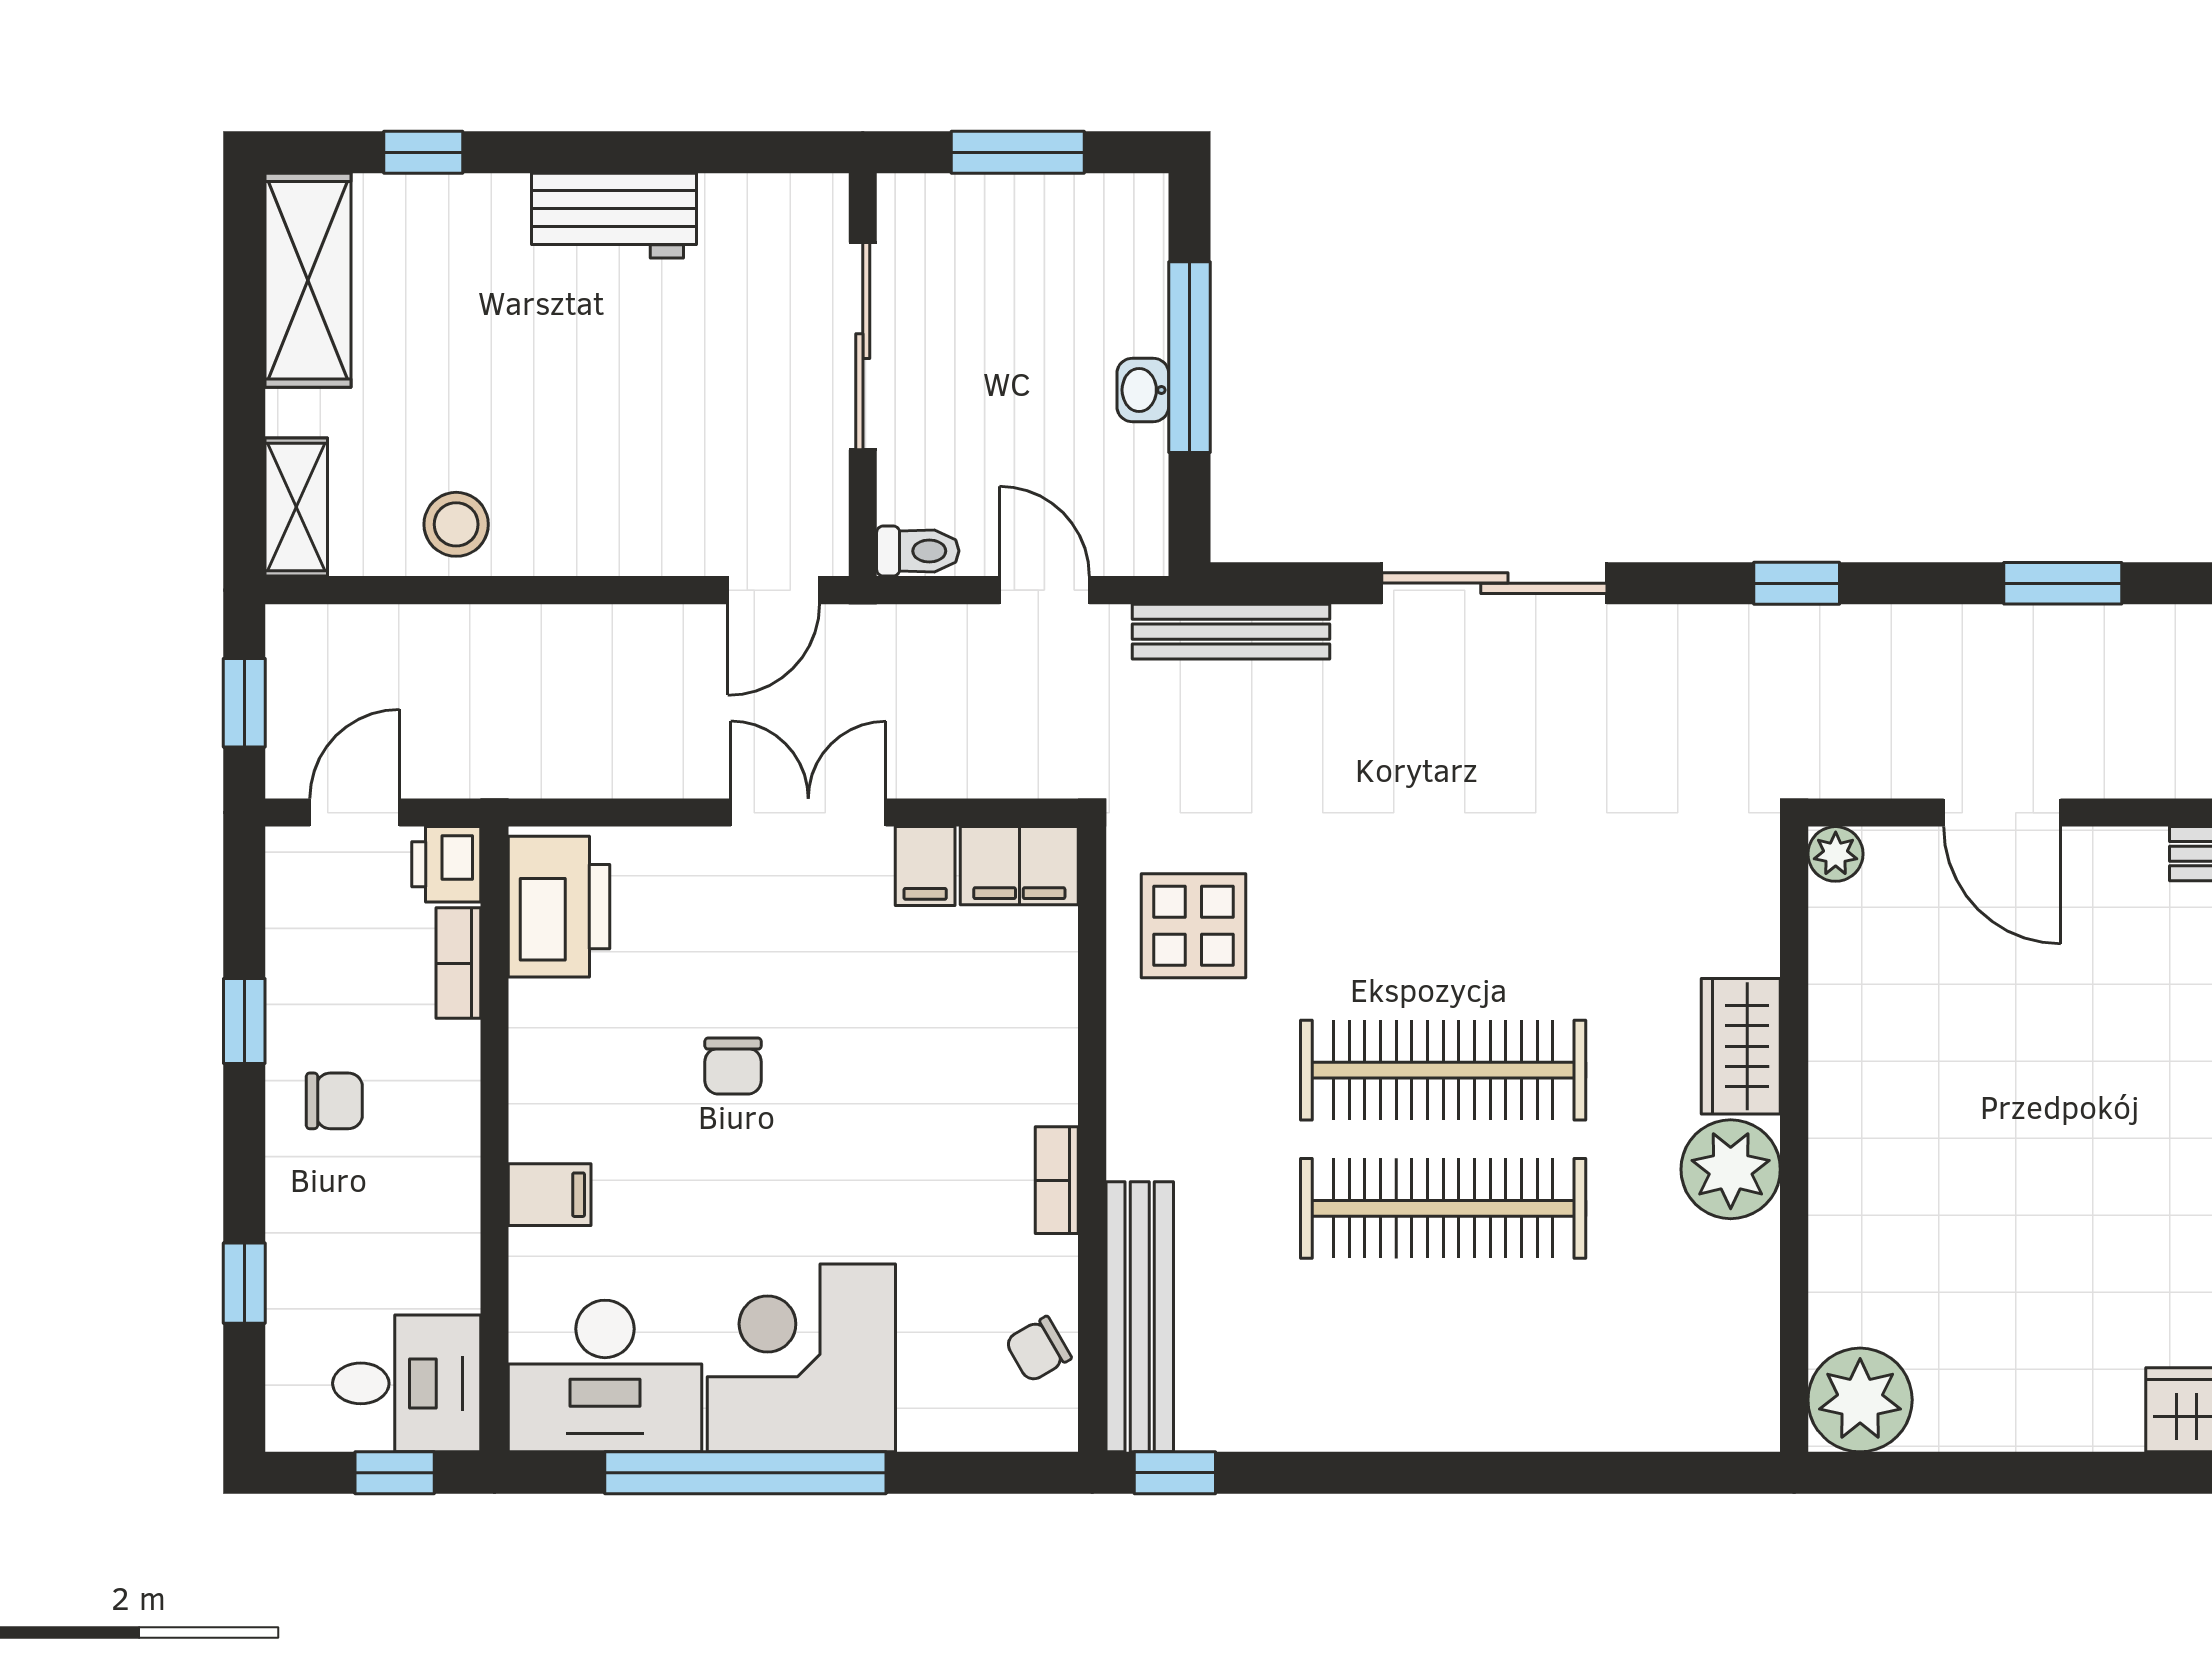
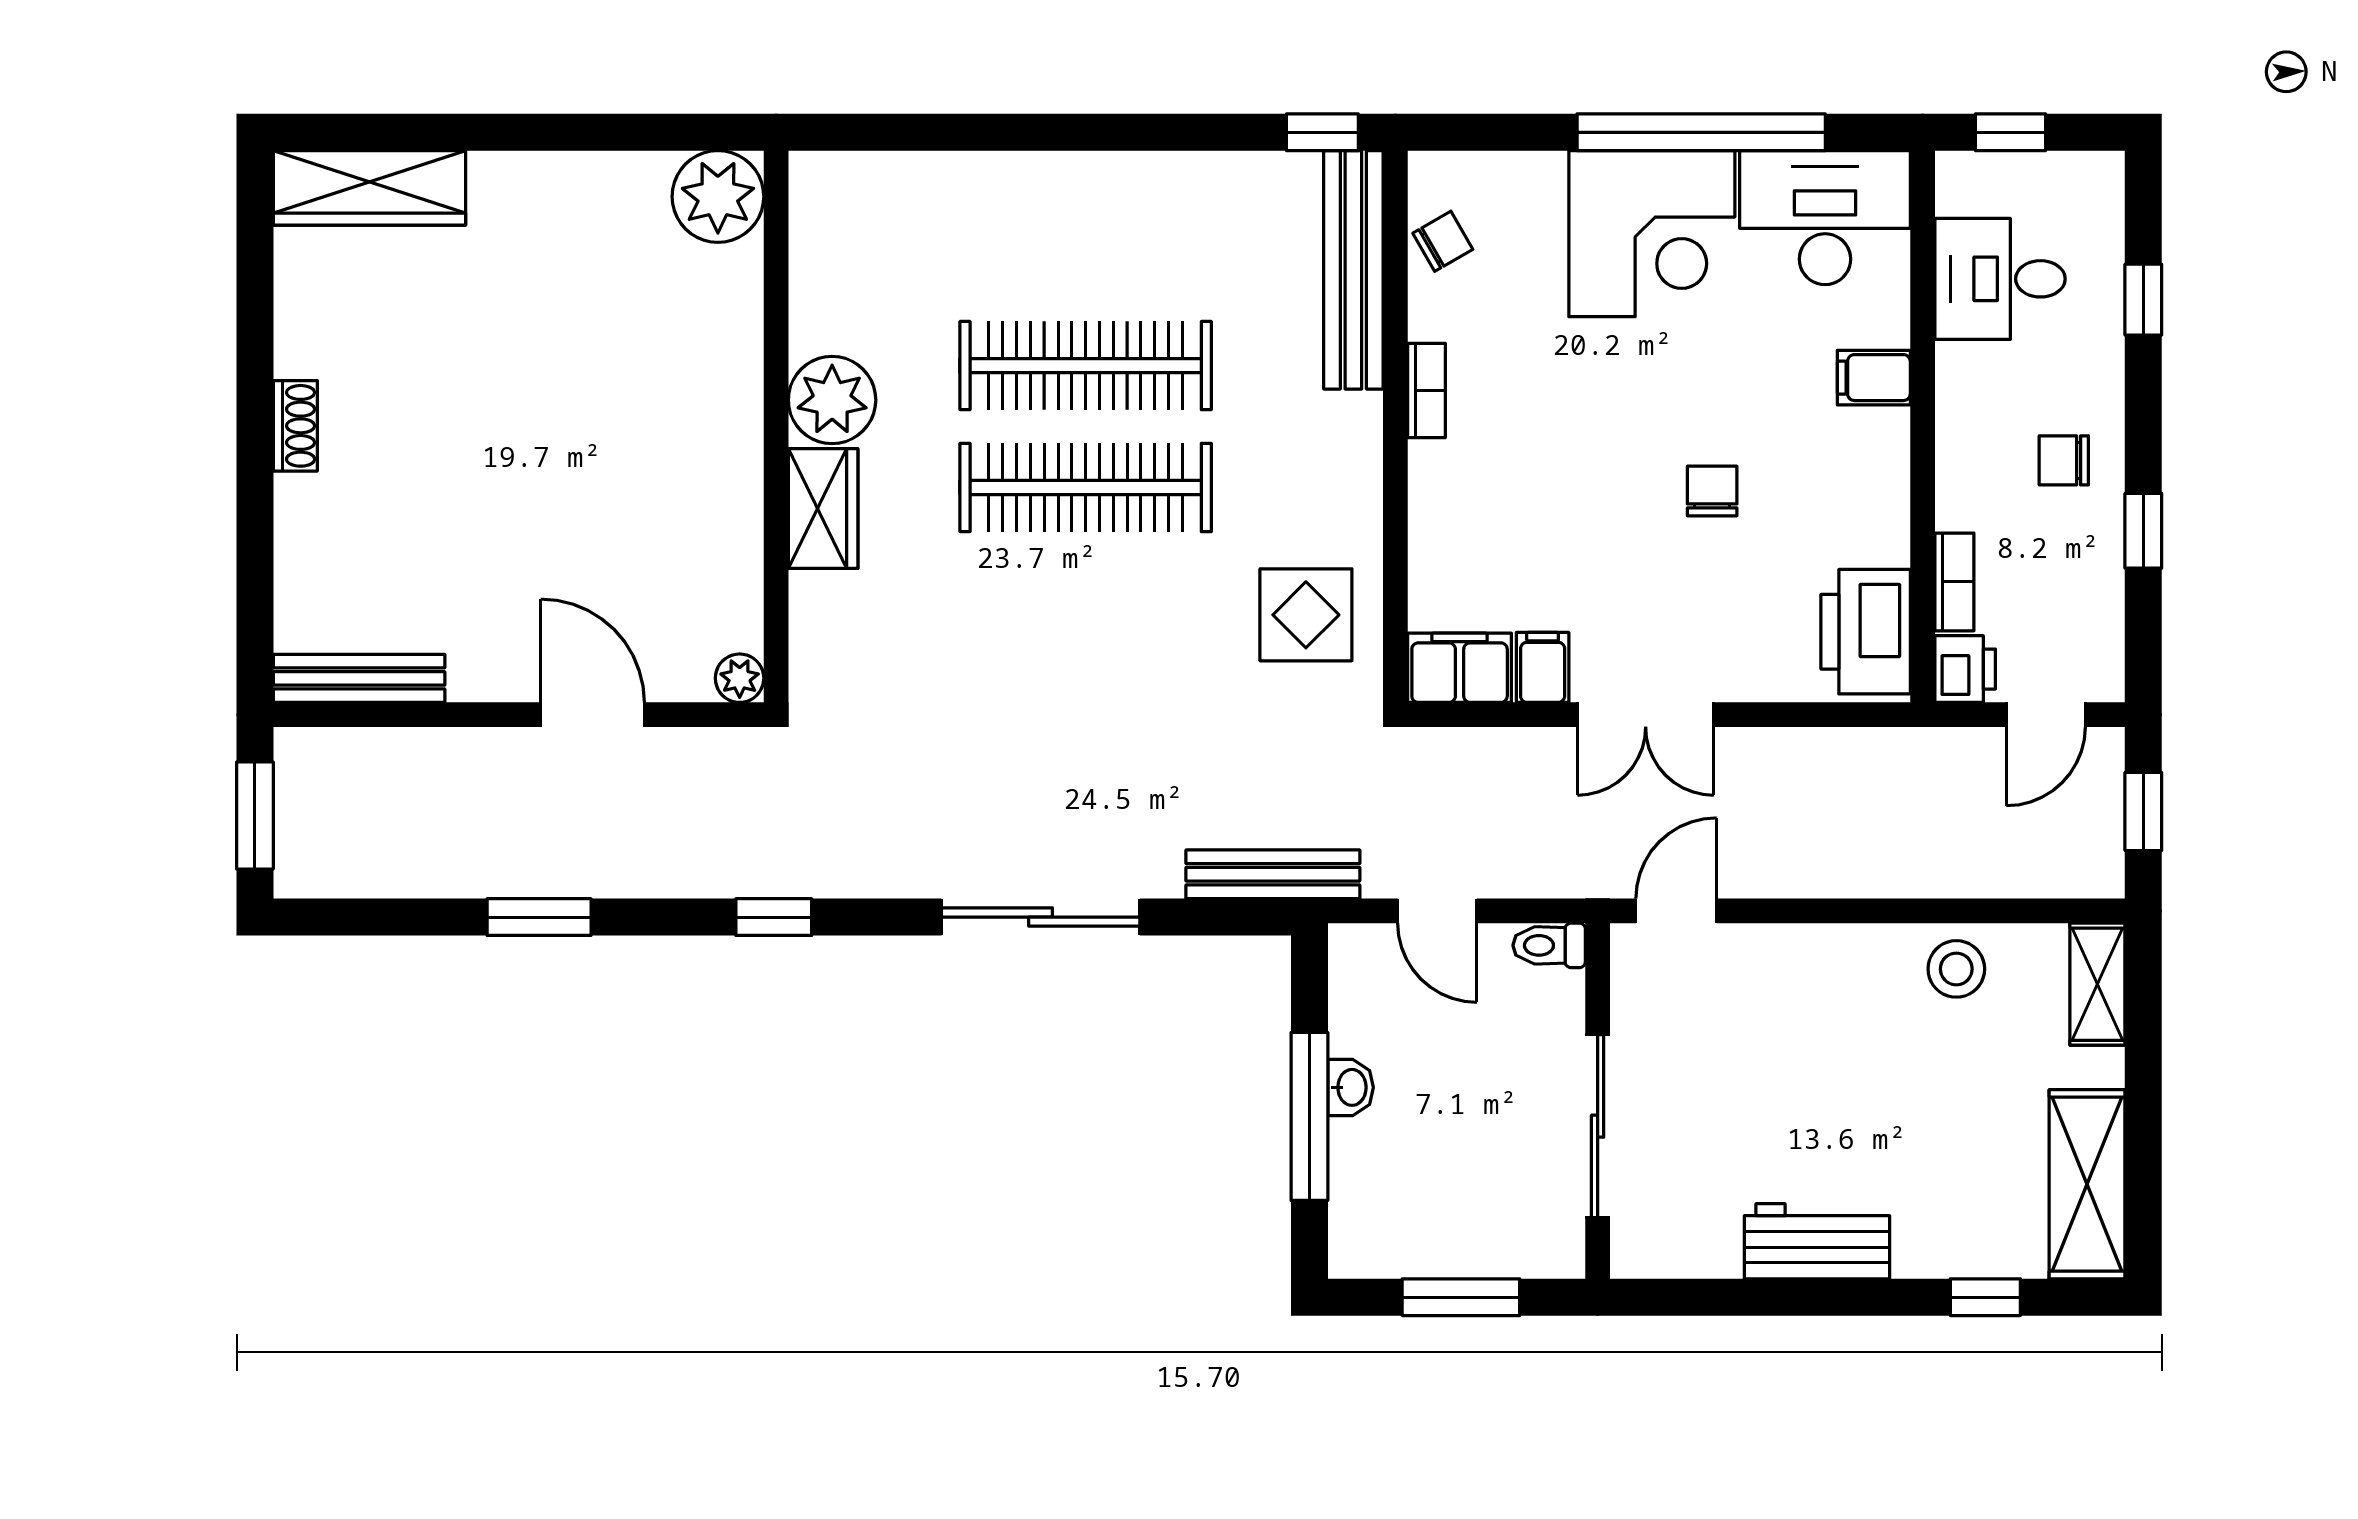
desk: (407, 1383) -> (2000, 279), moved

